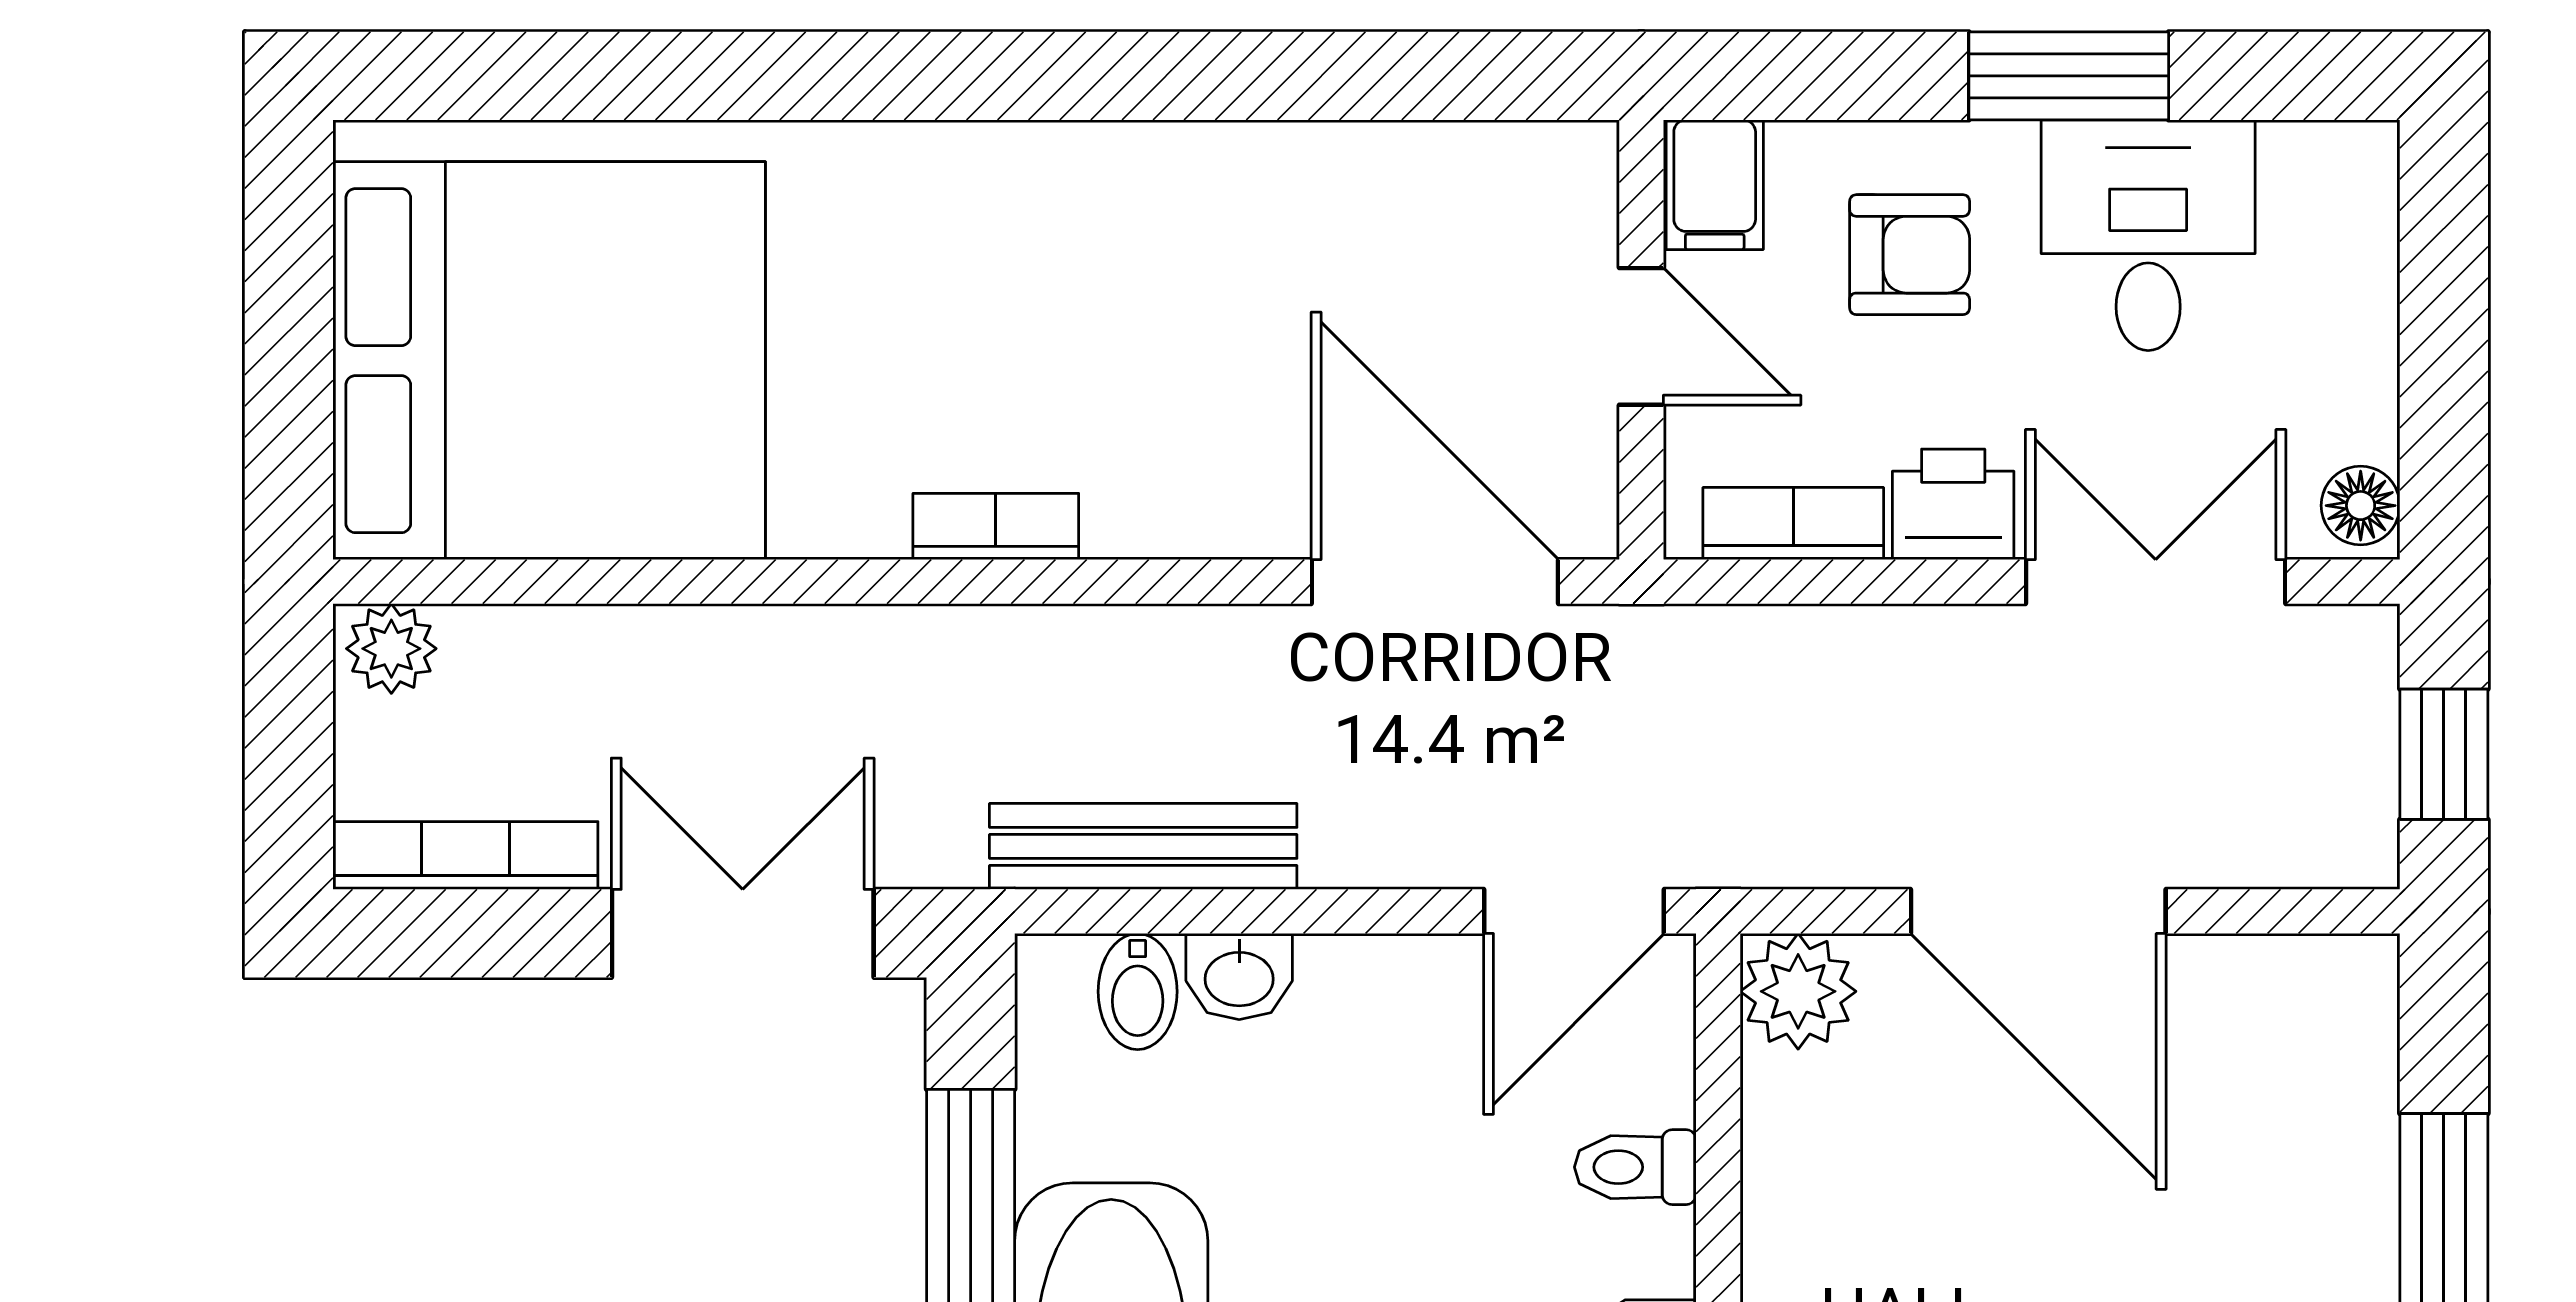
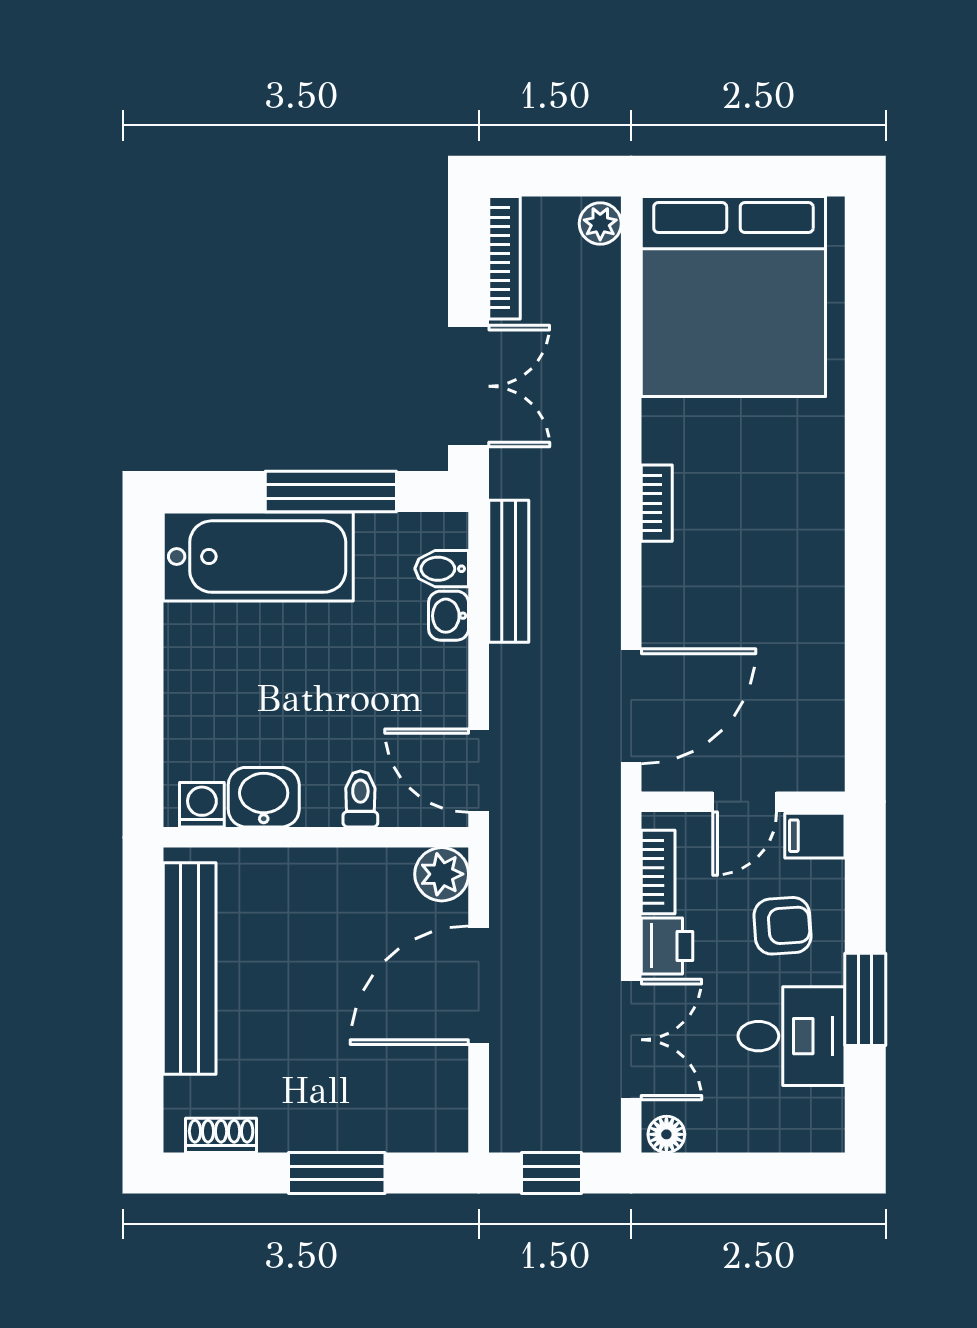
armchair: (1910, 255) -> (782, 926), turned -94

